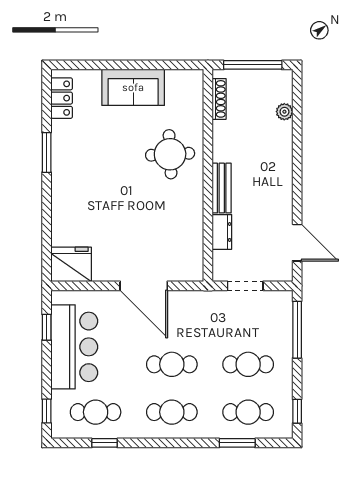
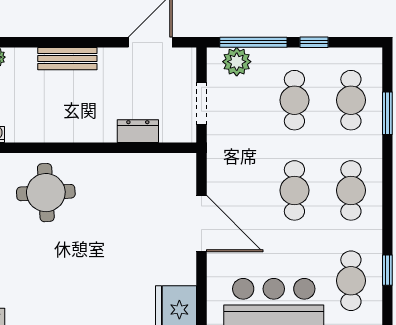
bench: (222, 188) -> (67, 59), moved
door: (144, 286) -> (201, 224), hinge flipped
plant: (281, 316) -> (237, 62), added
window: (297, 411) -> (314, 42), moved

